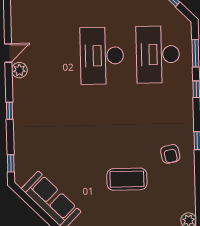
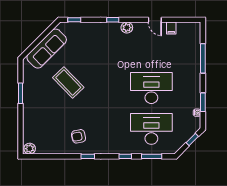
filing cabinet: (19, 30) -> (171, 28), added
plant: (19, 70) -> (127, 28), moved
coffee table: (127, 179) -> (68, 82), moved, turned -44

